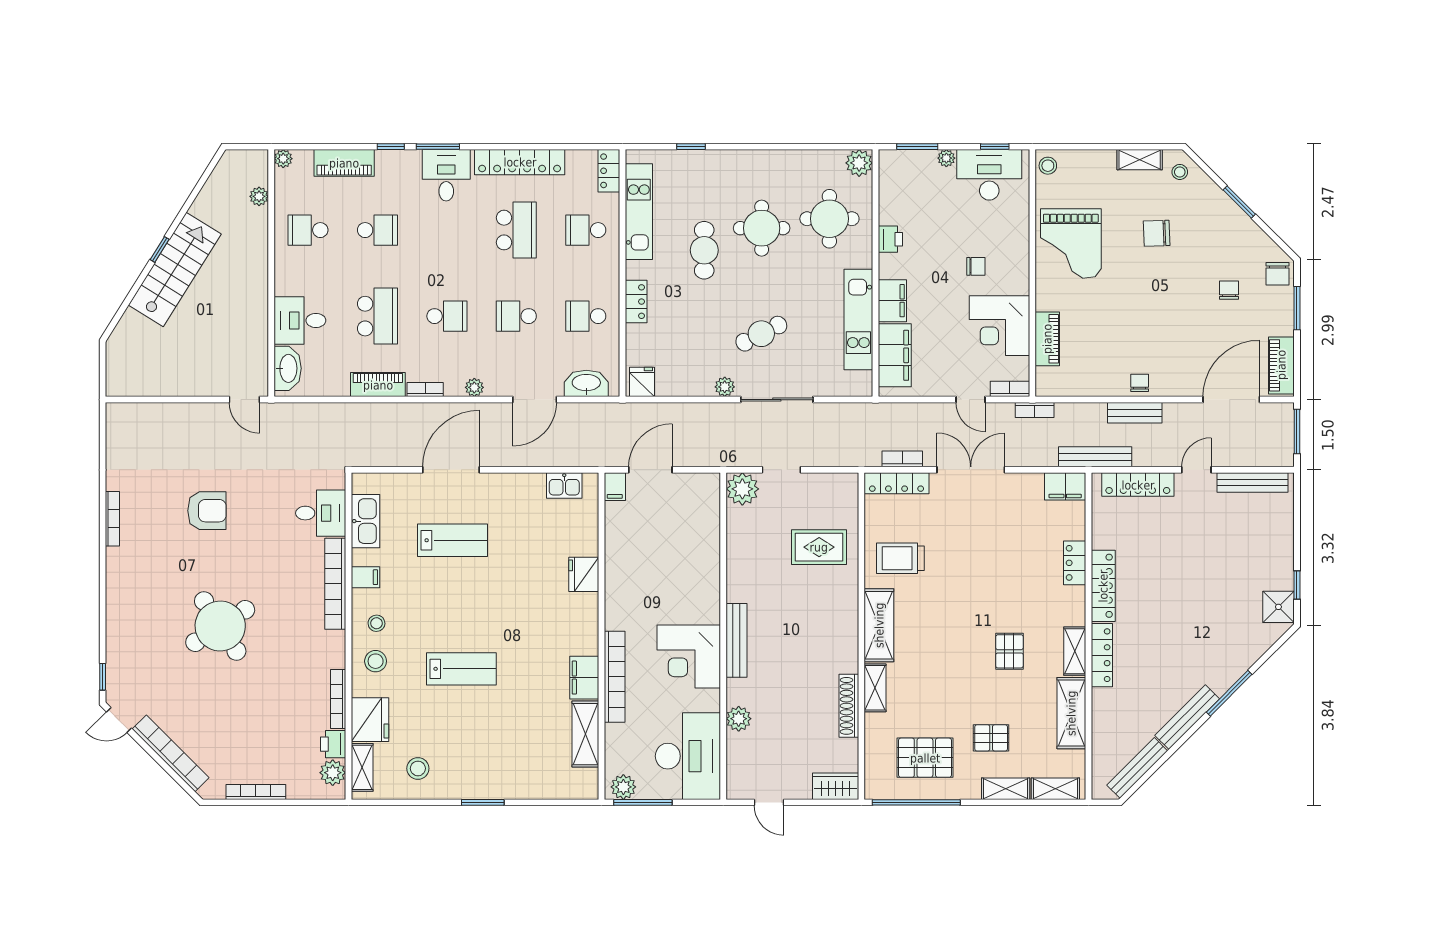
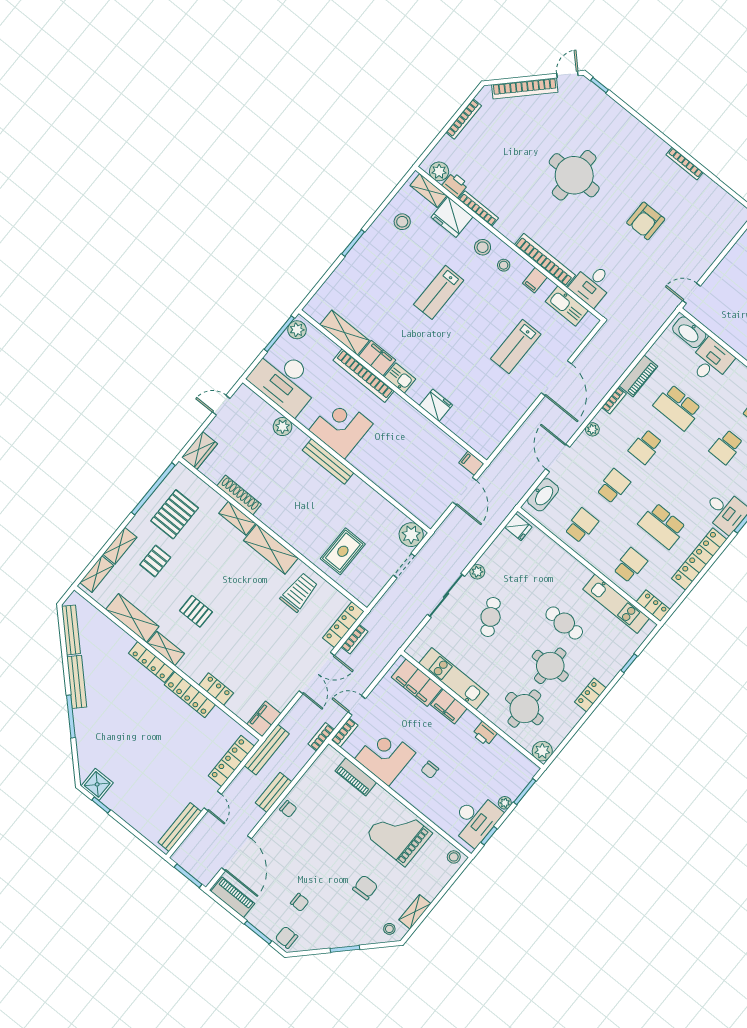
locker: (636, 302) -> (590, 695), moved, turned 90
kitchen sink: (564, 485) -> (400, 378), moved, turned 90
round table: (220, 626) -> (574, 175), turned 33

